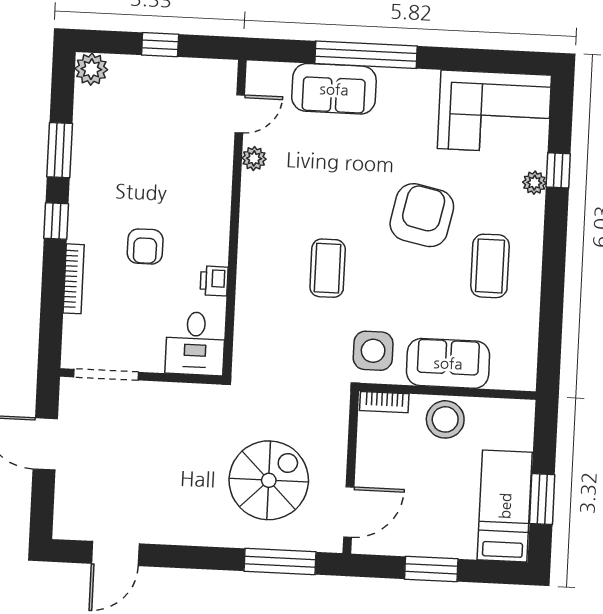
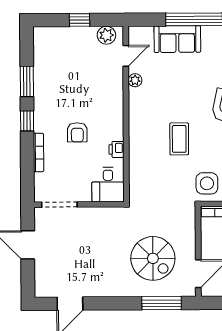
plant: (91, 69) -> (106, 35), moved
spiral stairs: (269, 480) -> (153, 258), turned 90

